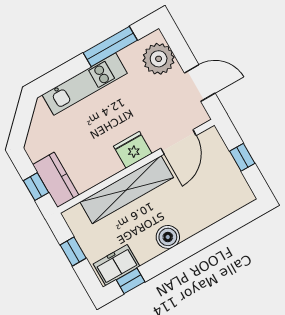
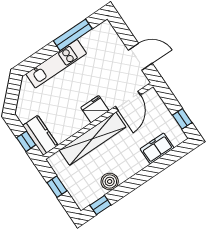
plant: (159, 59) -> (109, 41), removed
window: (242, 157) -> (182, 119), moved
boiler: (168, 237) -> (110, 181), moved
freezer: (116, 265) -> (157, 148), moved

